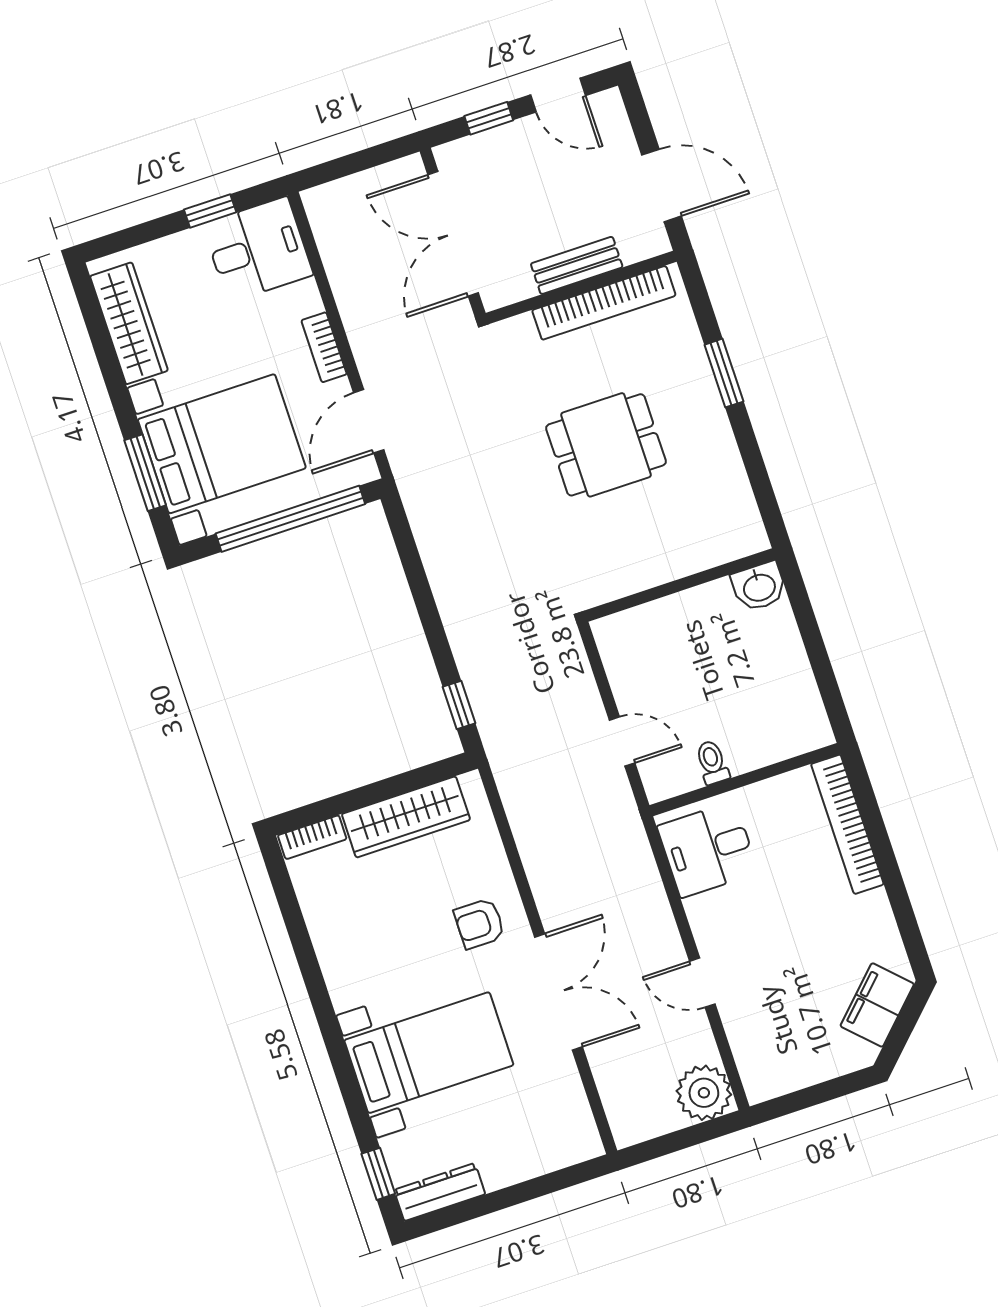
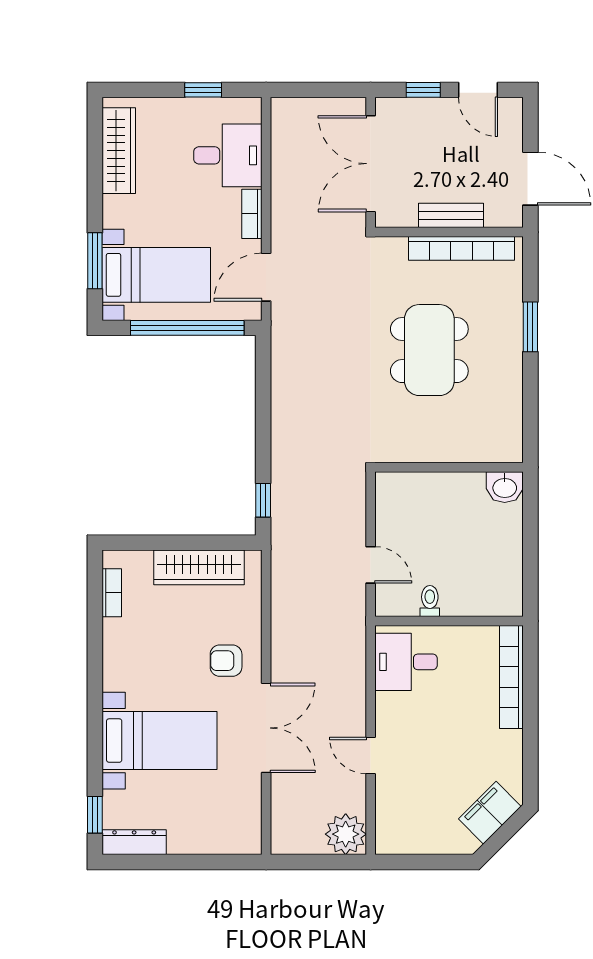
desk: (258, 249) -> (228, 155), moved
bed with nightstands: (222, 444) -> (156, 275), width x0.73
dining table: (606, 445) -> (429, 350), width x1.38
bookcase: (312, 837) -> (112, 593), moved, turned -90

